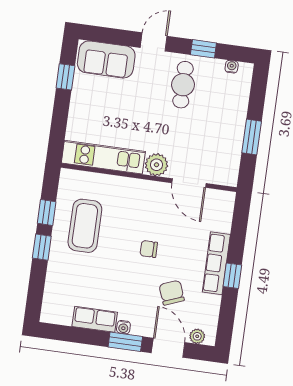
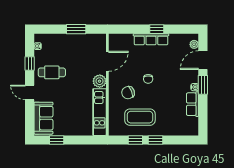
chair: (172, 293) -> (128, 93), moved

